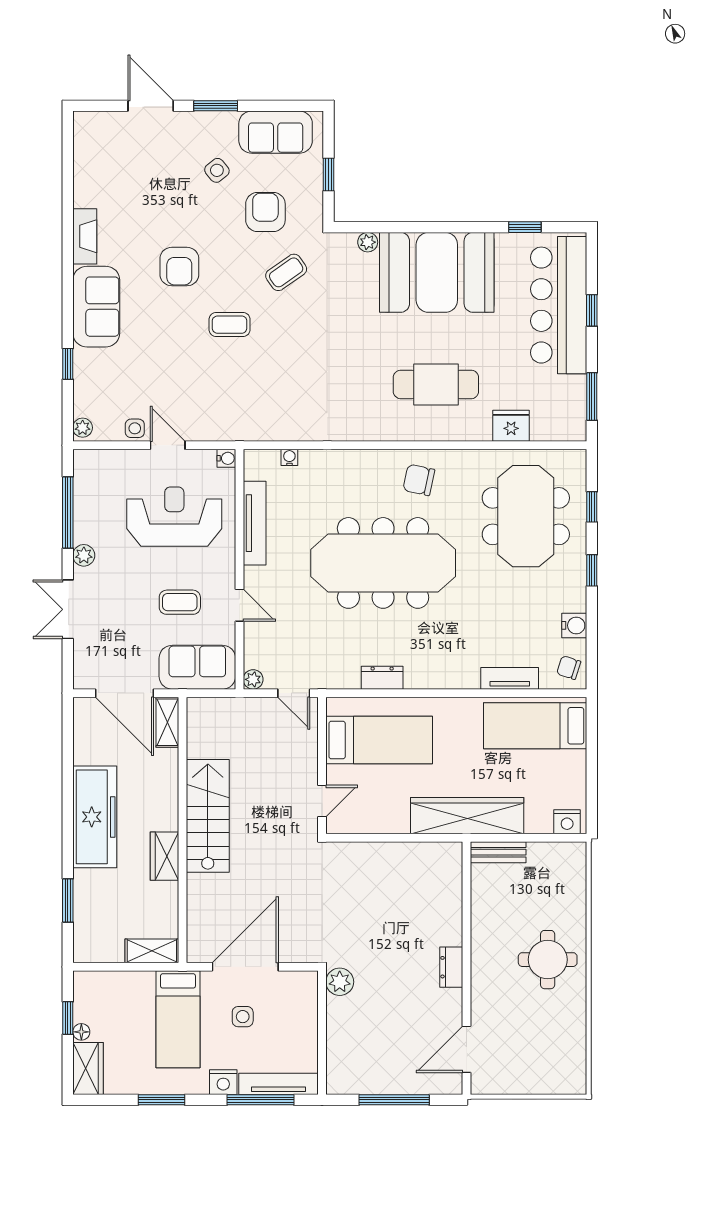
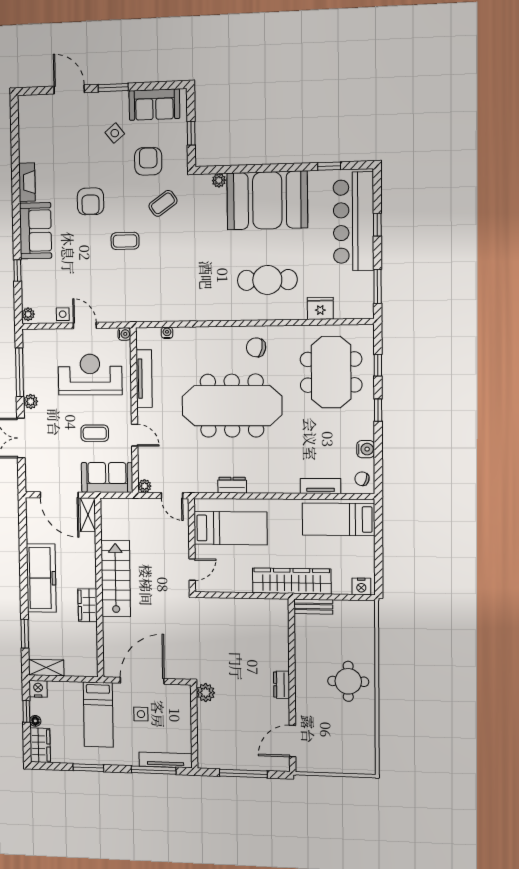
shelving: (152, 951) -> (46, 668), moved
nightstand: (223, 1082) -> (38, 689), moved, turned 180

